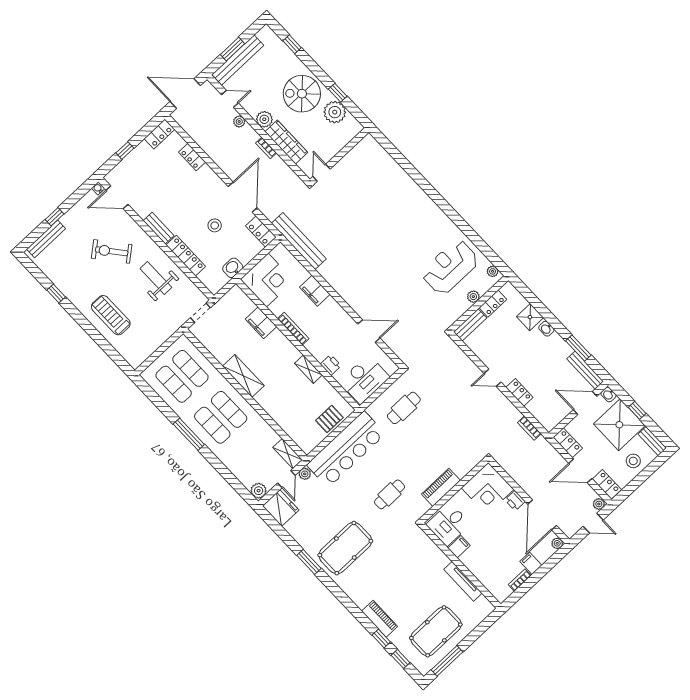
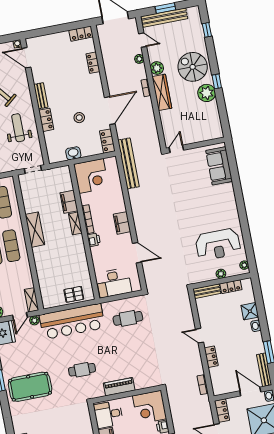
window: (125, 151) -> (51, 30), removed
wall: (339, 156) -> (195, 145), moved
door: (321, 173) -> (176, 149), moved
sofa: (398, 182) -> (219, 166), added
locker: (186, 256) -> (46, 120), width x0.66
reception desk: (450, 267) -> (218, 244), turned 180
filing cabinet: (315, 291) -> (122, 223), moved
printer: (331, 365) -> (94, 240), moved
shelving: (308, 369) -> (75, 223), moved

